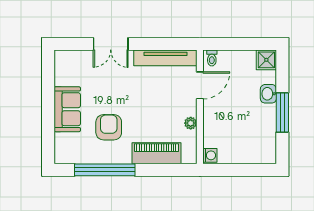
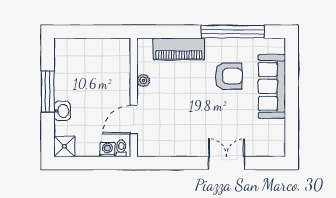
tv unit: (165, 58) -> (170, 148), removed
sofa: (67, 109) -> (272, 86), width x1.36
armchair: (109, 127) -> (229, 76), turned -90
washing machine: (210, 155) -> (107, 149), moved, turned 90

